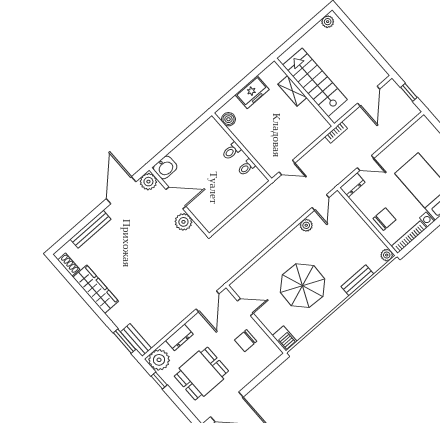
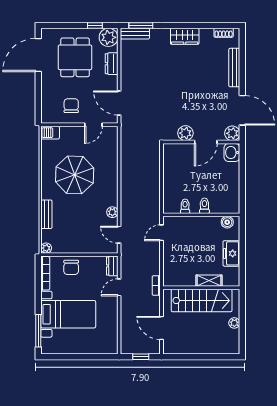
plant: (328, 22) -> (234, 323), moved
wardrobe: (96, 289) -> (185, 36), width x0.67

